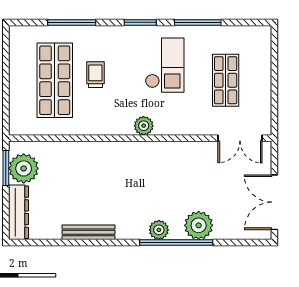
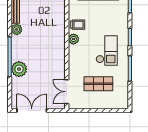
checkout: (165, 65) -> (107, 50), turned -90
trolley: (95, 75) -> (77, 25), moved
plant: (159, 230) -> (17, 29), moved

